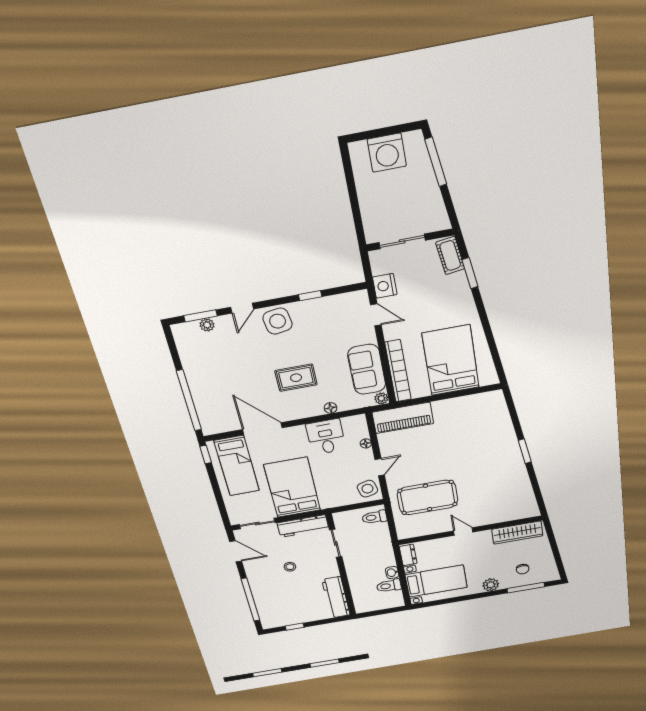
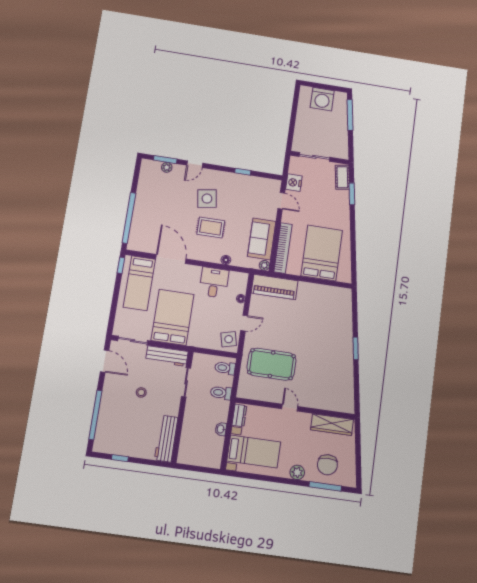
side table: (278, 321) -> (207, 199), moved
chair: (523, 569) -> (327, 465), width x1.87, depth x1.87
toilet: (389, 586) -> (221, 393), moved

